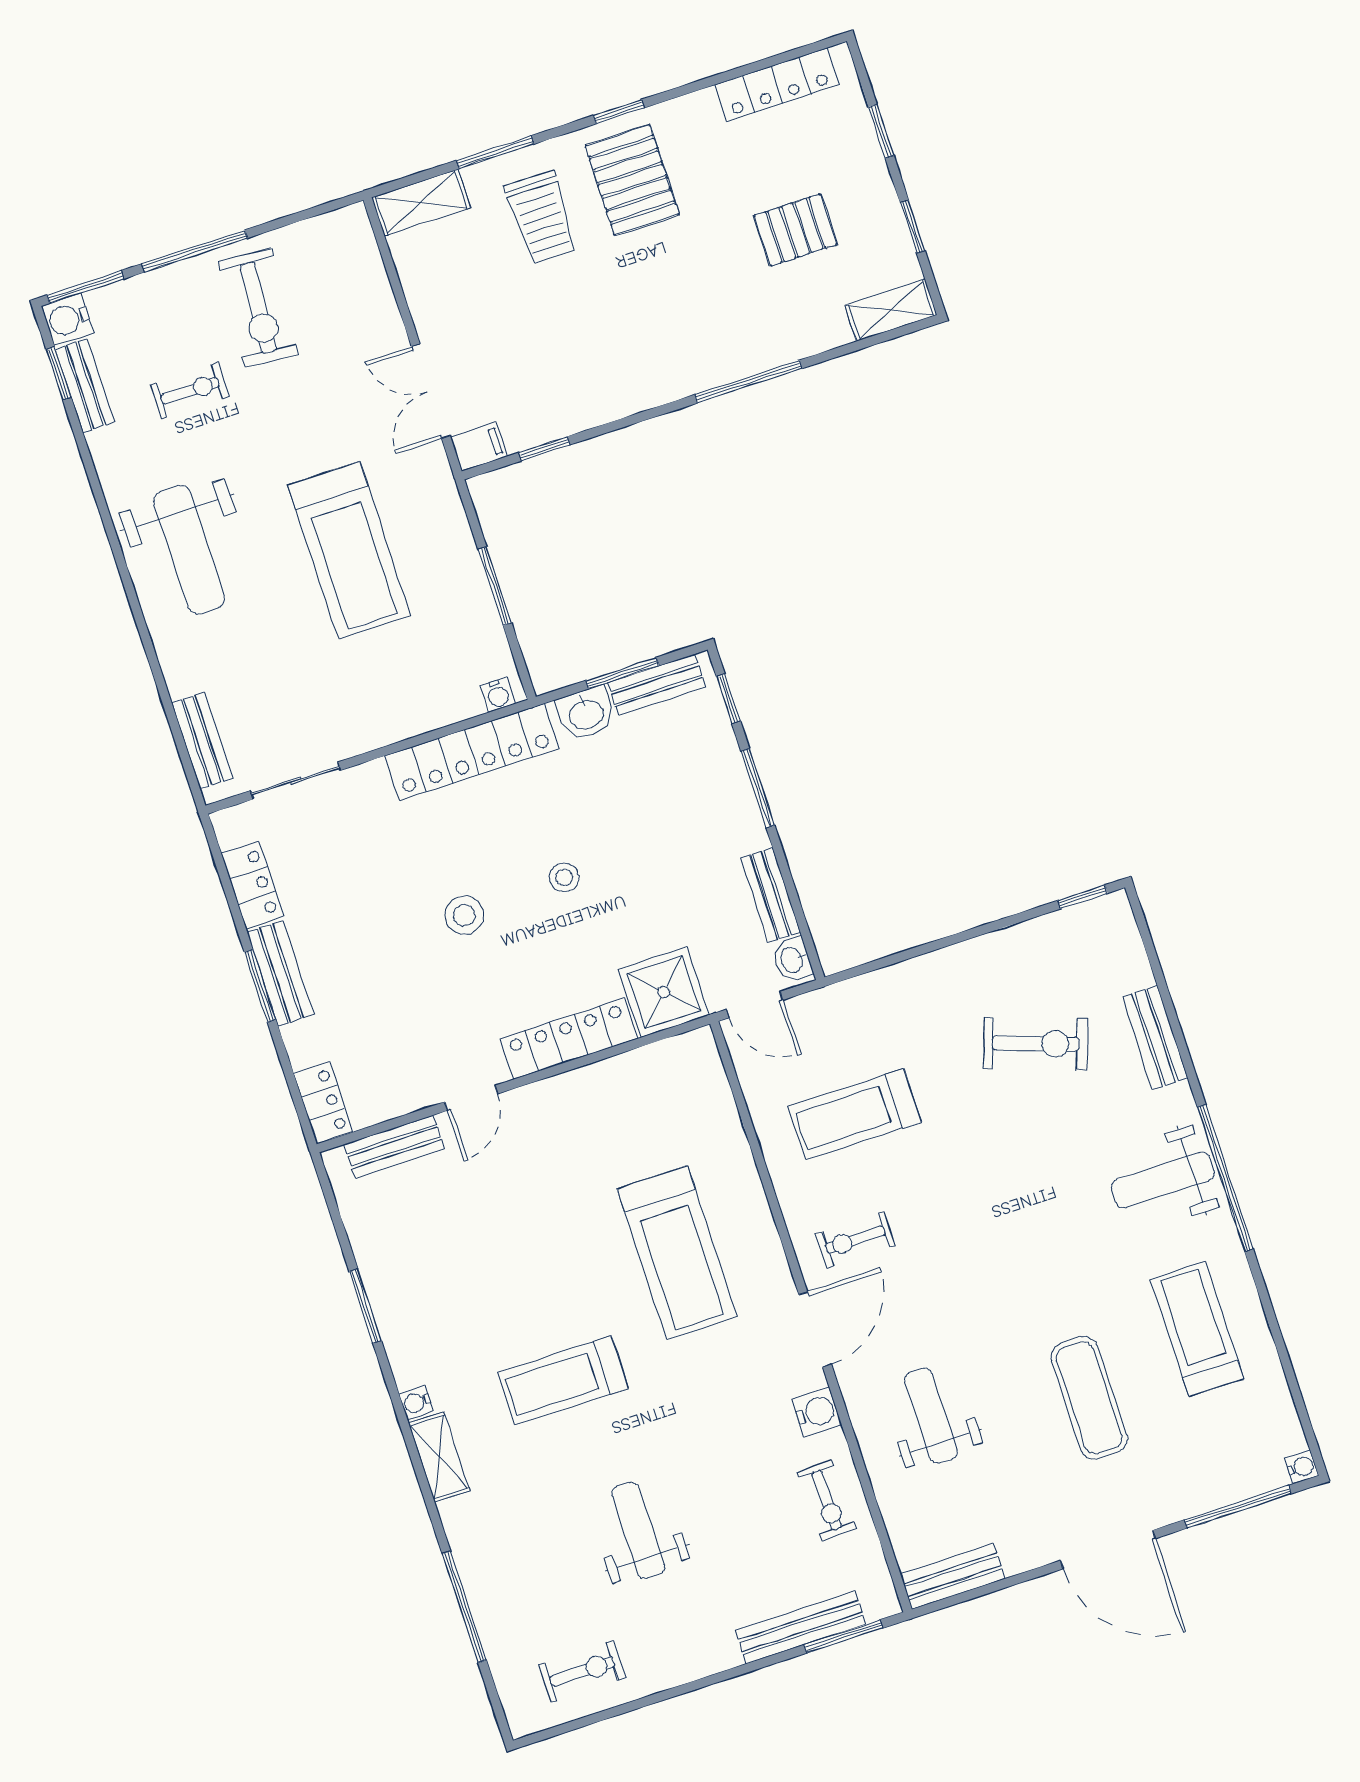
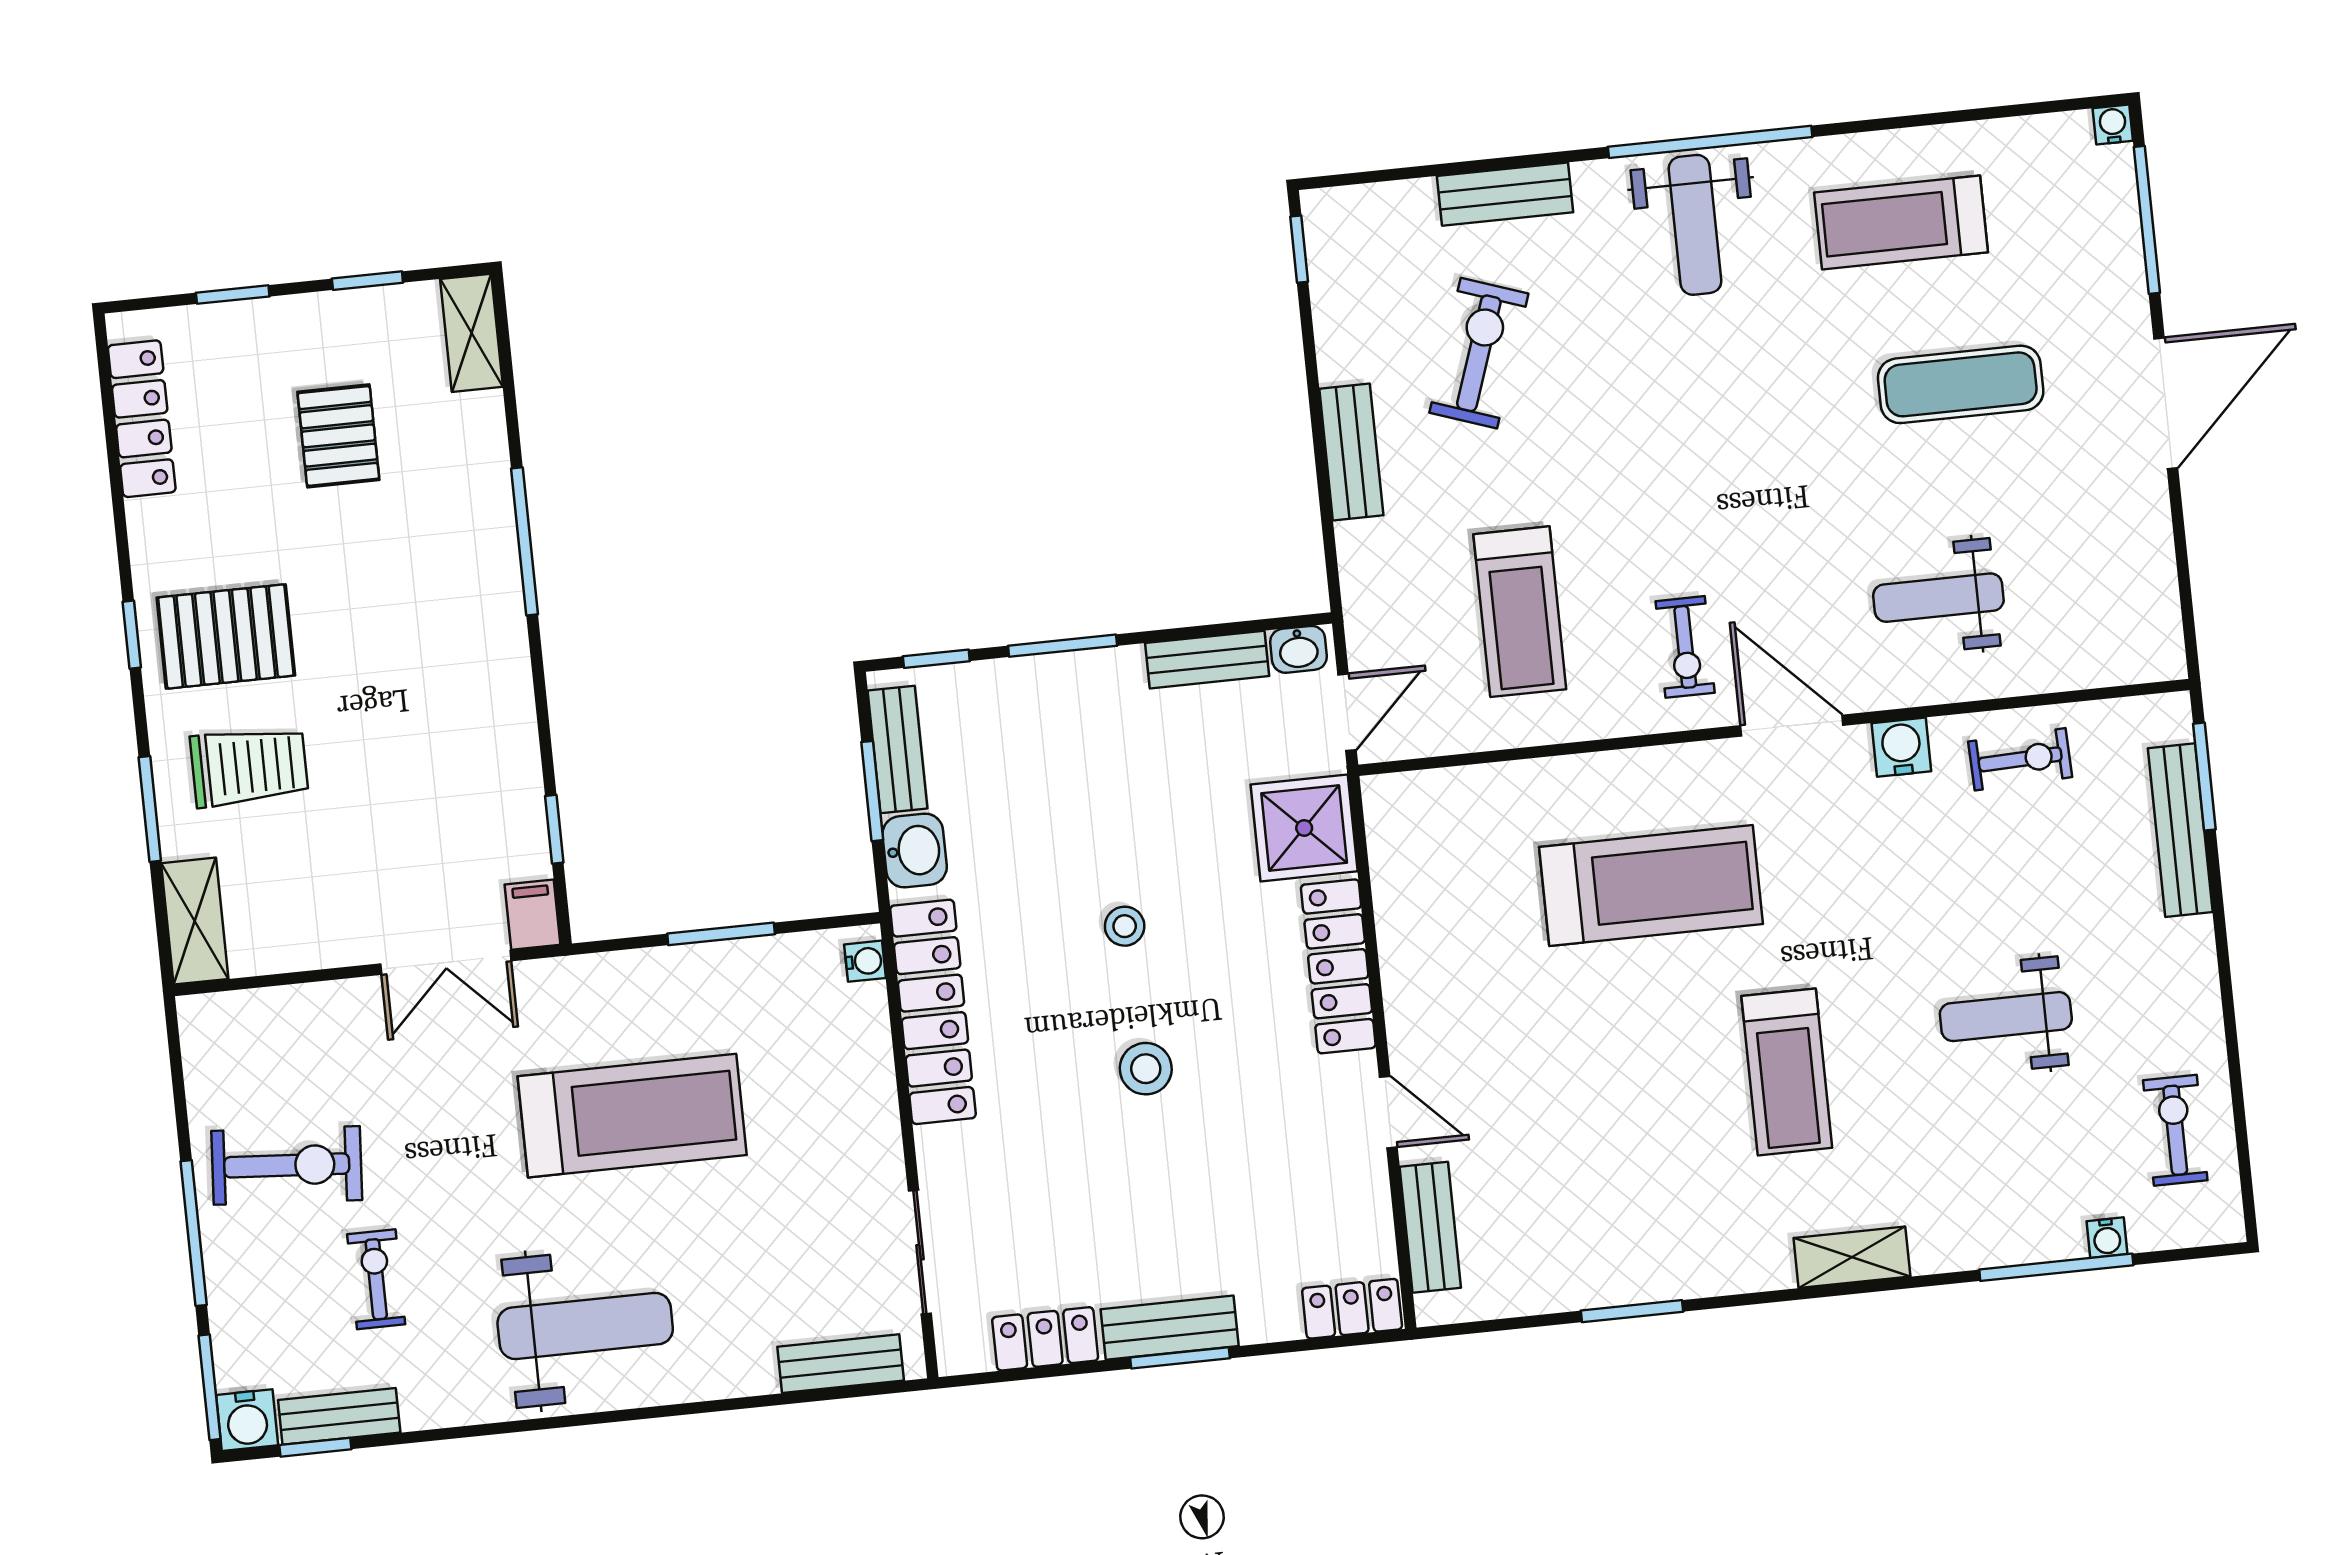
water cooler: (416, 1403) -> (2107, 1238), moved
bench: (953, 1576) -> (1351, 452), moved

